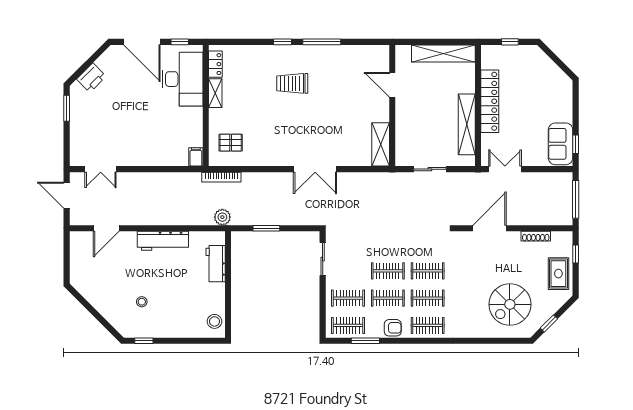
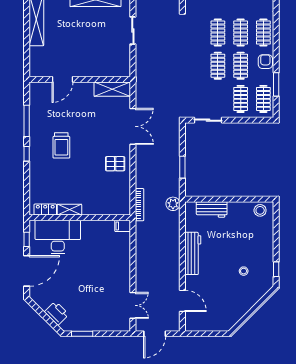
door: (392, 85) -> (62, 79), moved
wall: (392, 105) -> (80, 79), moved
pallet: (231, 143) -> (115, 164), moved, turned 90
shelving: (381, 144) -> (112, 89), moved

